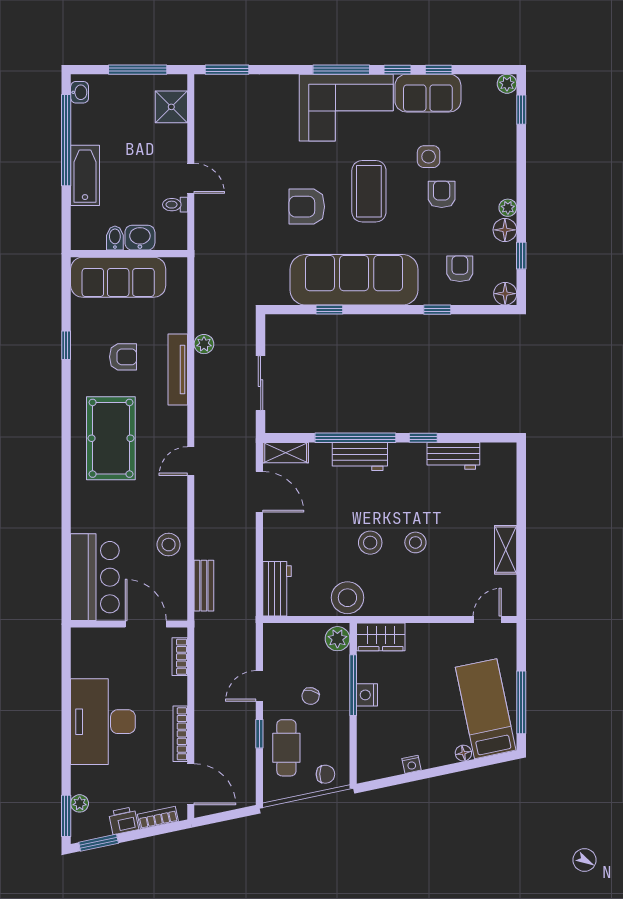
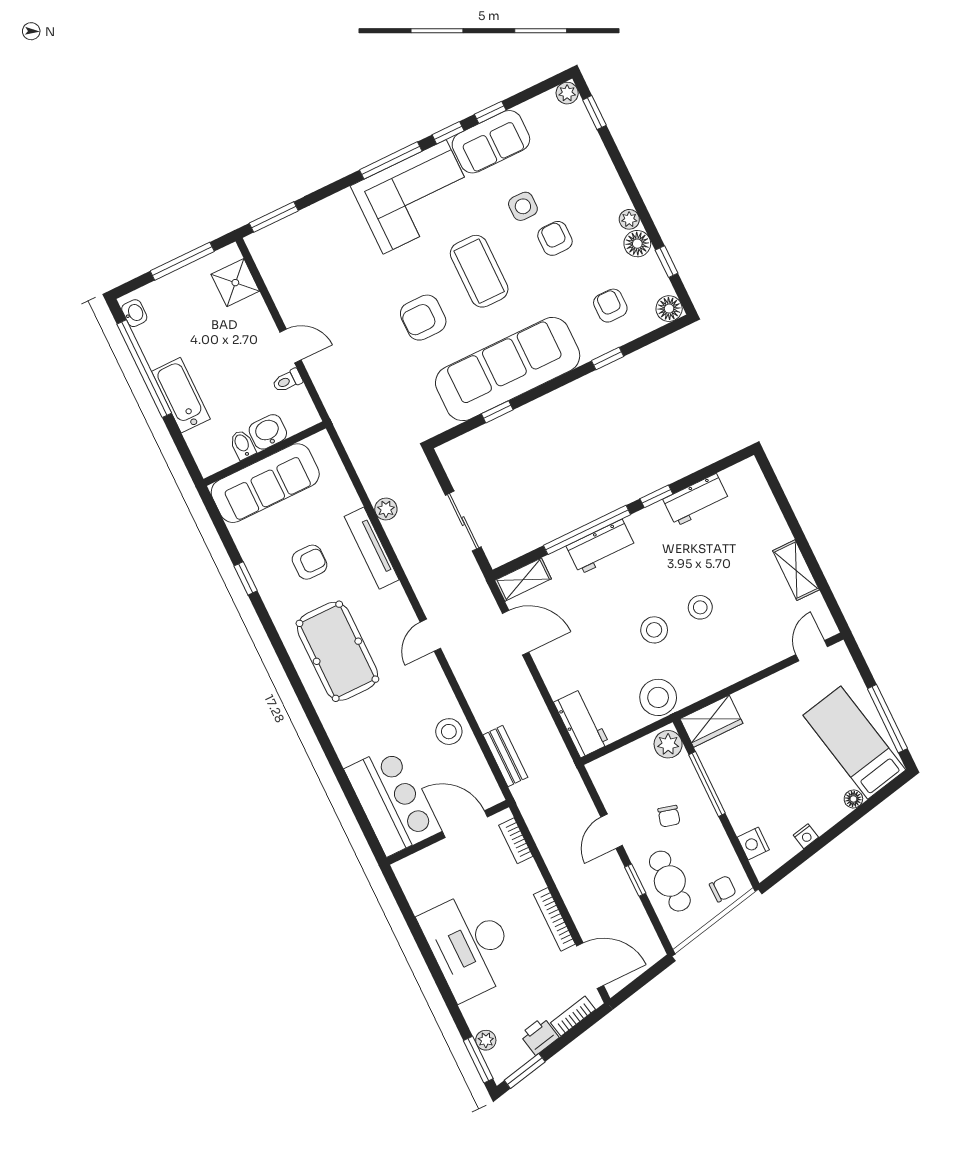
nightstand: (367, 695) -> (753, 844), moved

